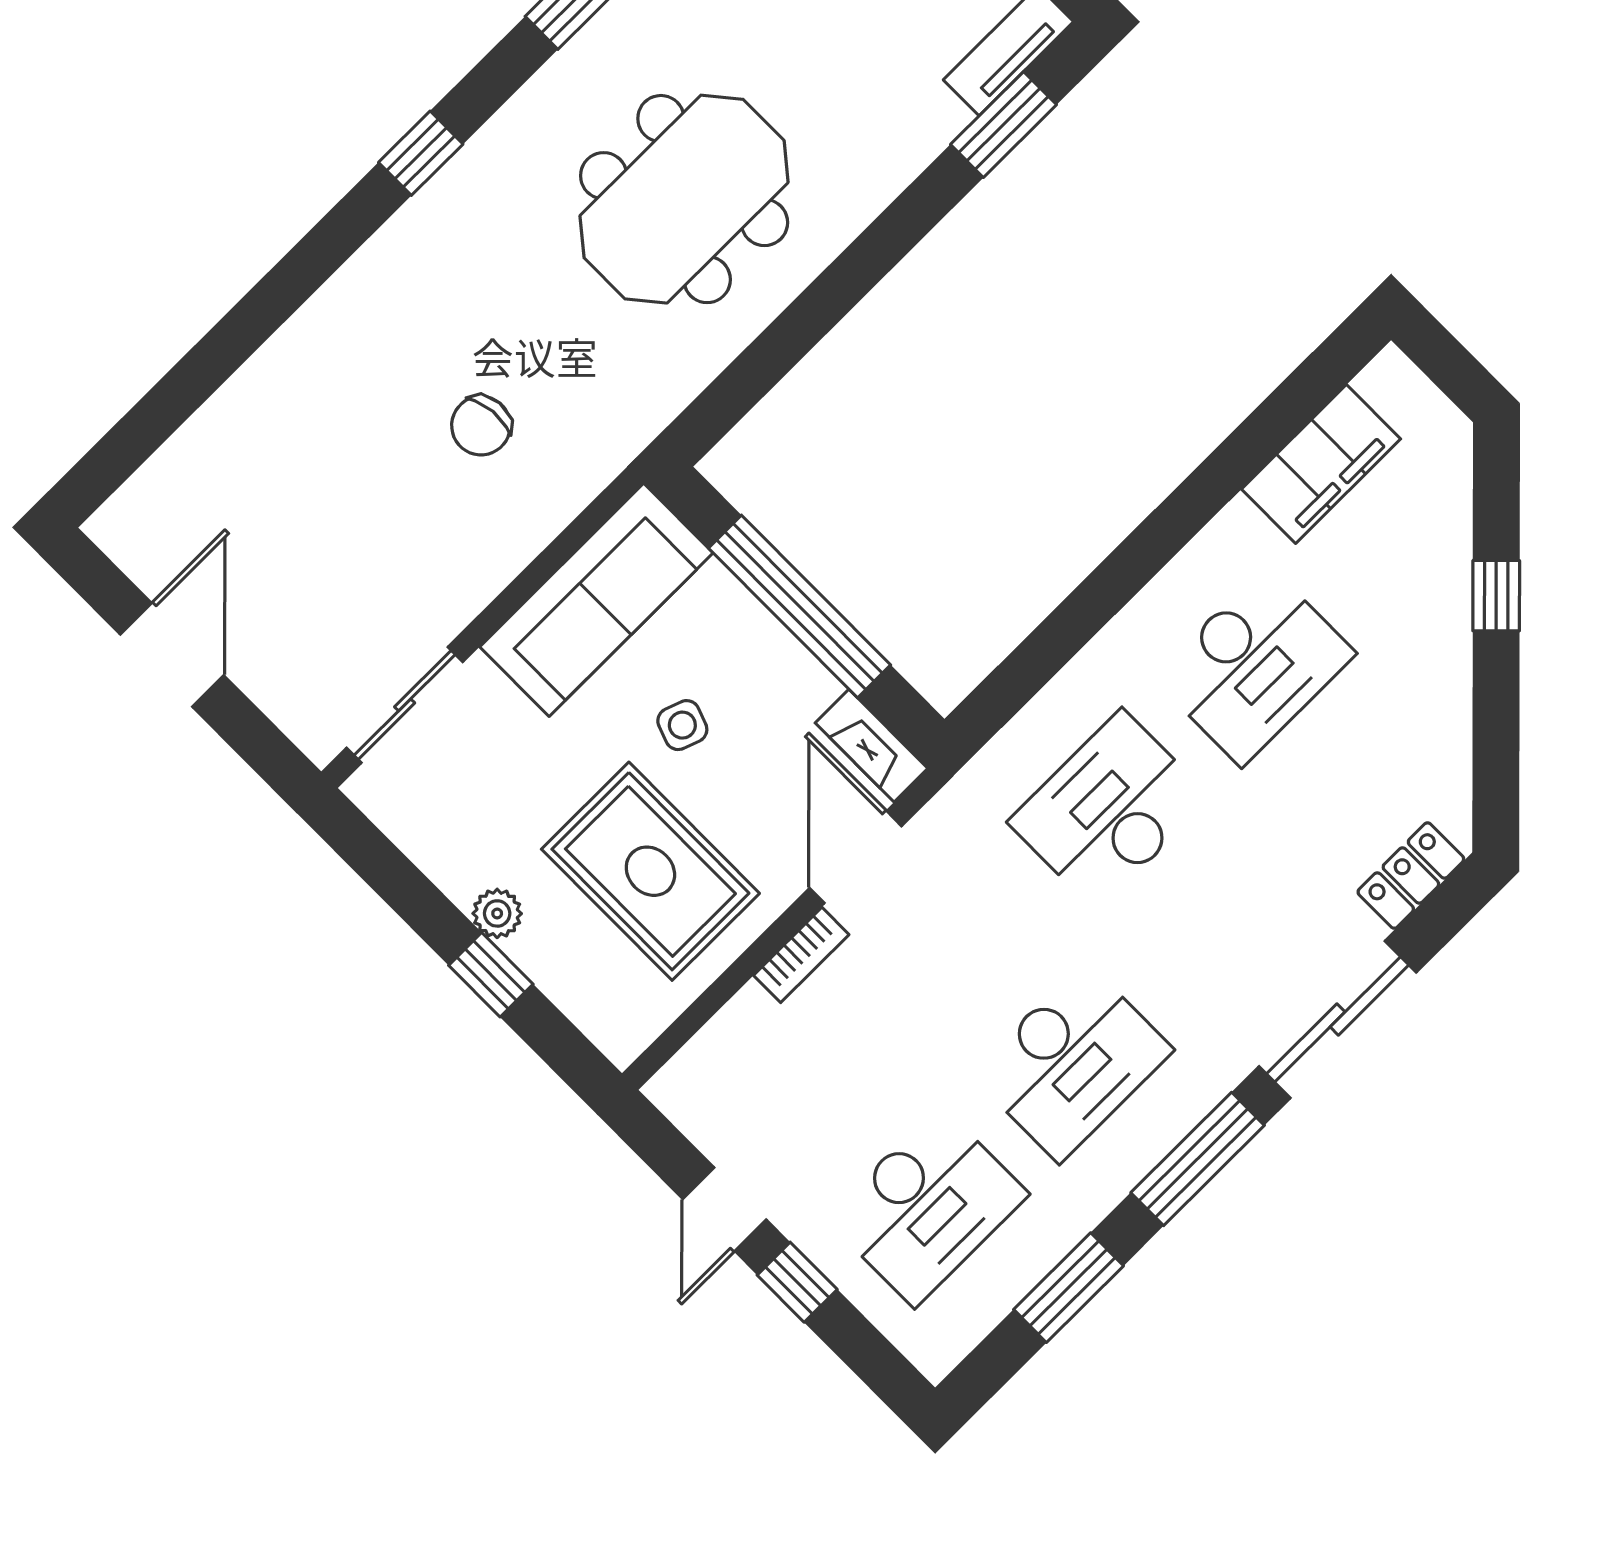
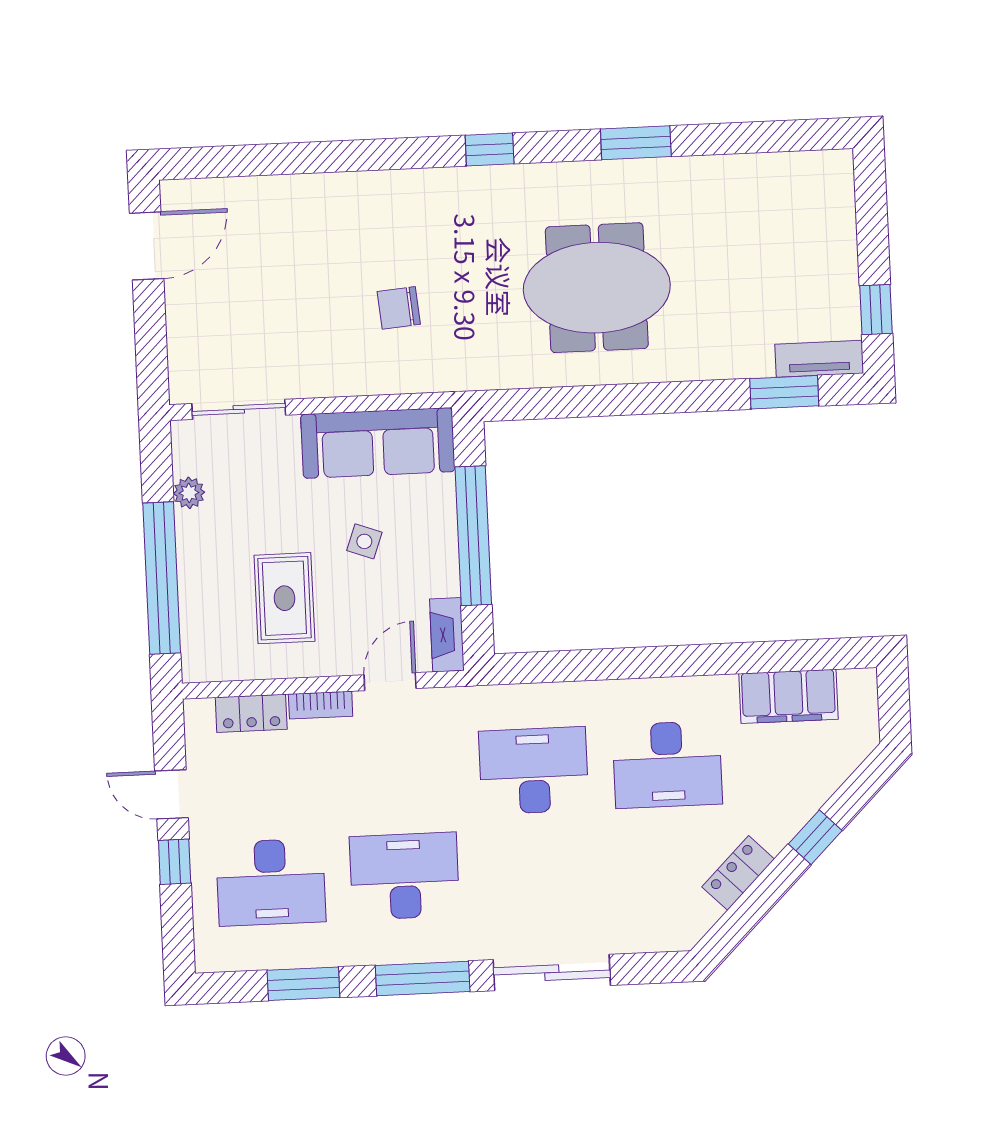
door: (172, 655) -> (147, 246), moved
door: (856, 857) -> (390, 682), width x0.73
rug: (650, 871) -> (284, 598), width x0.73, depth x0.70
locker: (1411, 876) -> (738, 873), moved, turned -45
plant: (497, 913) -> (189, 493), moved
window: (491, 975) -> (162, 578), width x3.17
locker: (731, 1036) -> (251, 713), added
desk: (1072, 1062) -> (404, 876), turned 180
door: (725, 1209) -> (171, 794), hinge flipped

